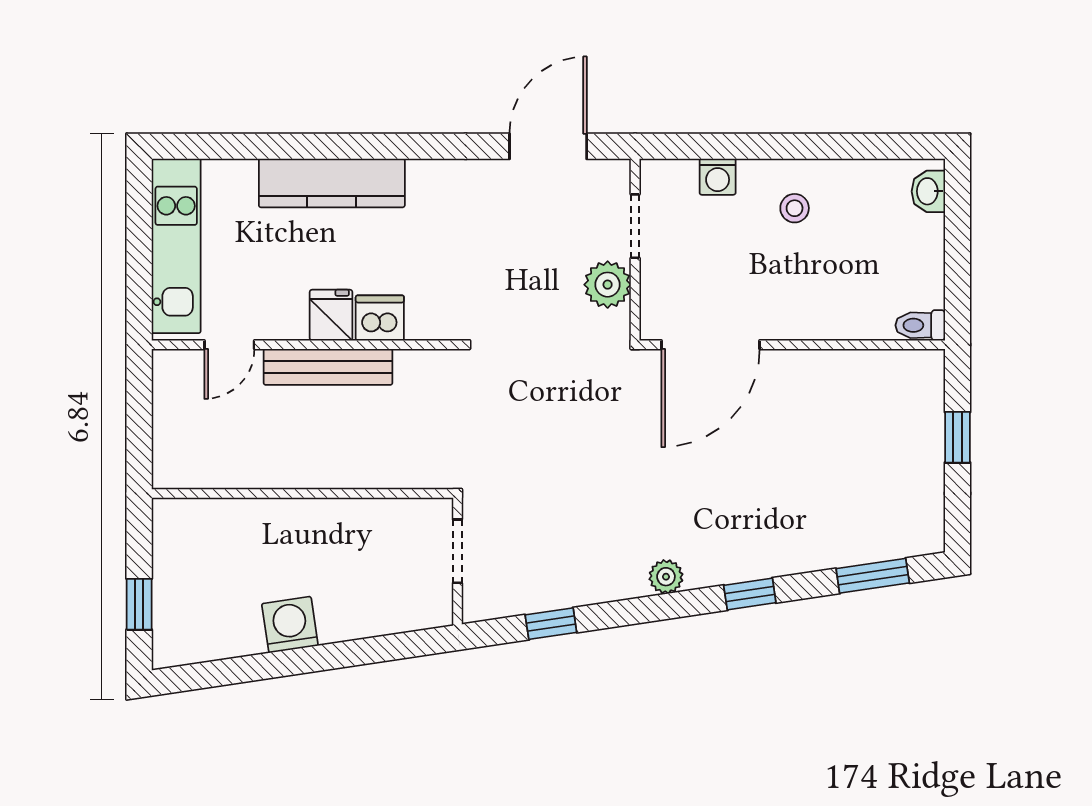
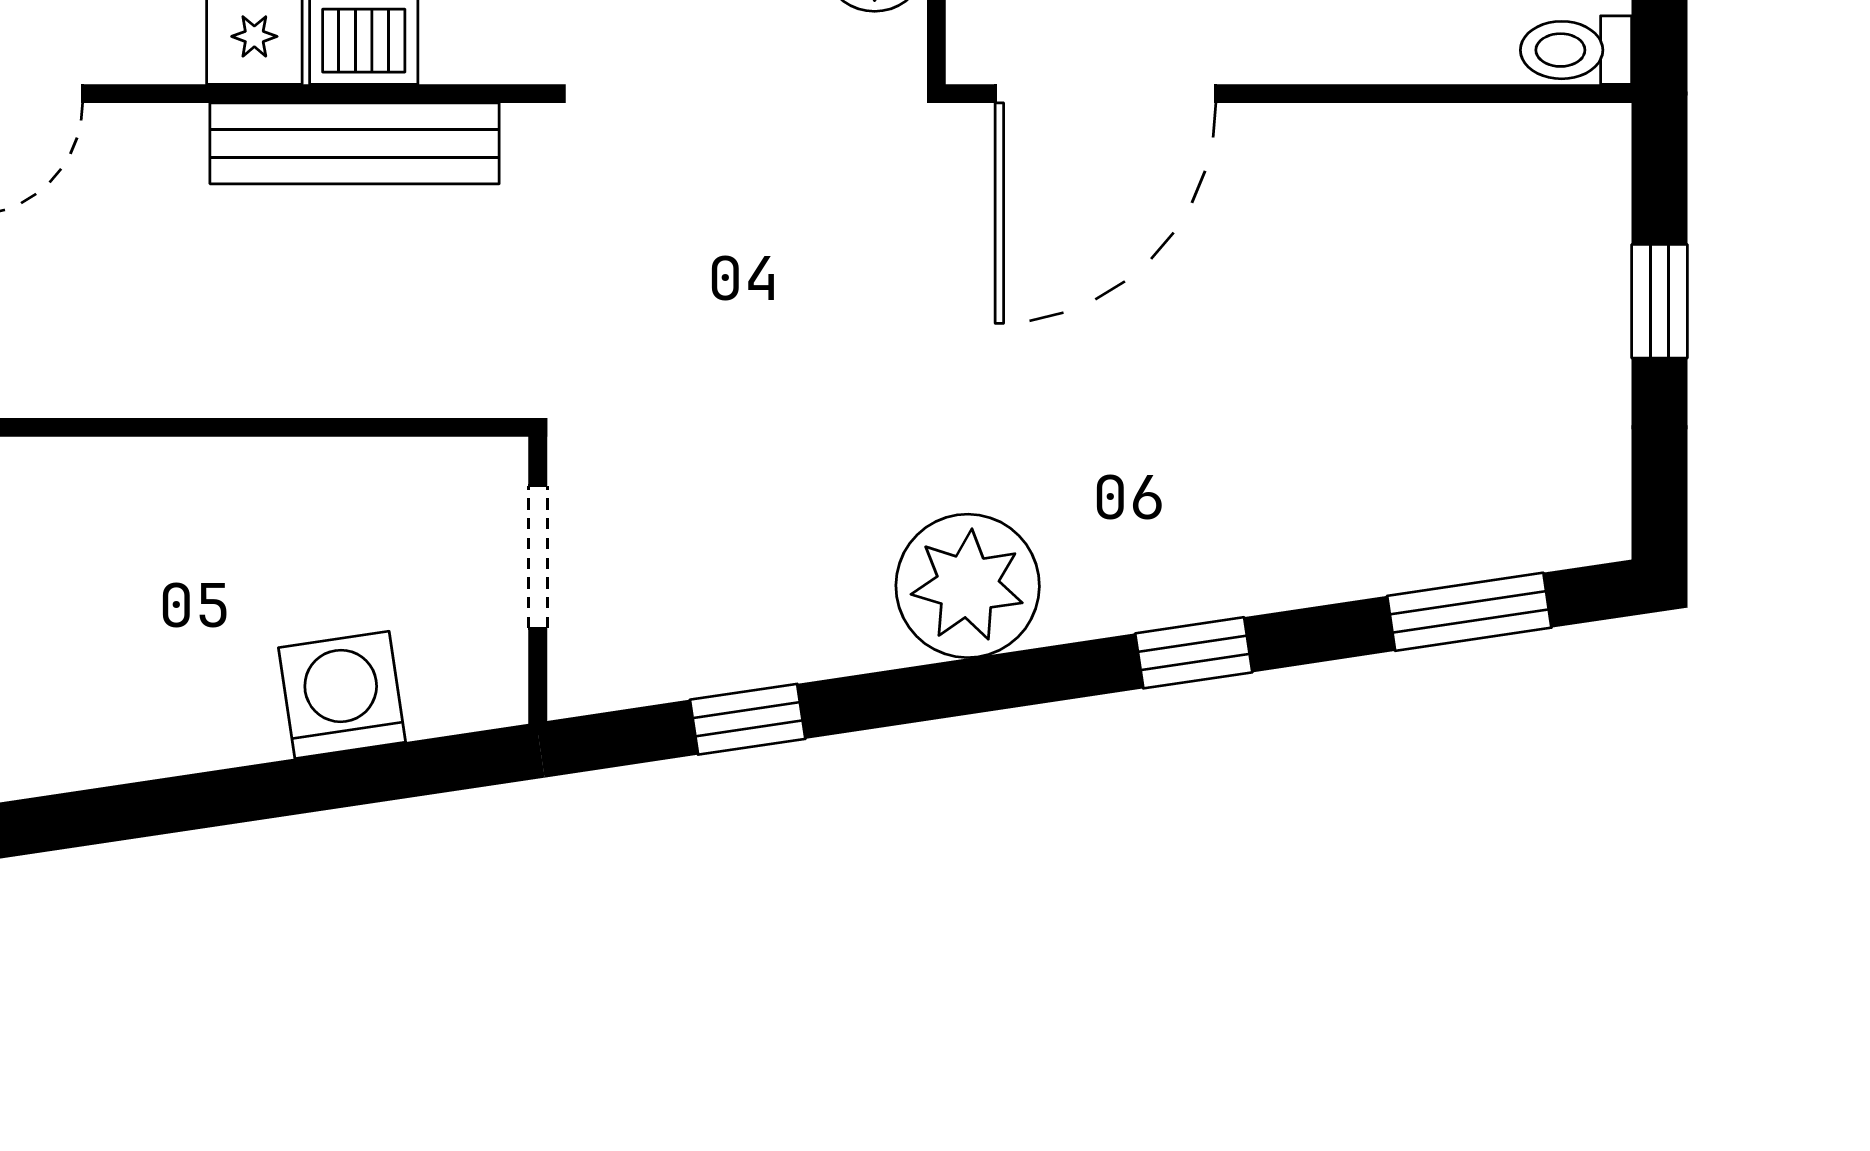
bench: (328, 367) -> (355, 143), moved
plant: (666, 577) -> (968, 586), width x1.87, depth x1.87
washing machine: (290, 625) -> (342, 695), moved

